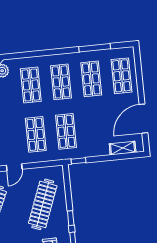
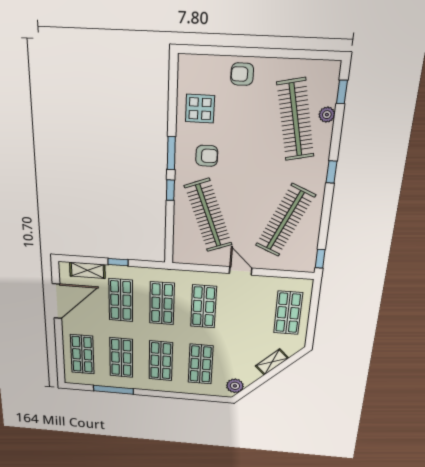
shop shelf: (96, 128) -> (121, 300), added
window: (79, 161) -> (118, 262), moved
door: (14, 167) -> (241, 271), hinge flipped
clothes rail: (43, 204) -> (208, 216), turned -42

